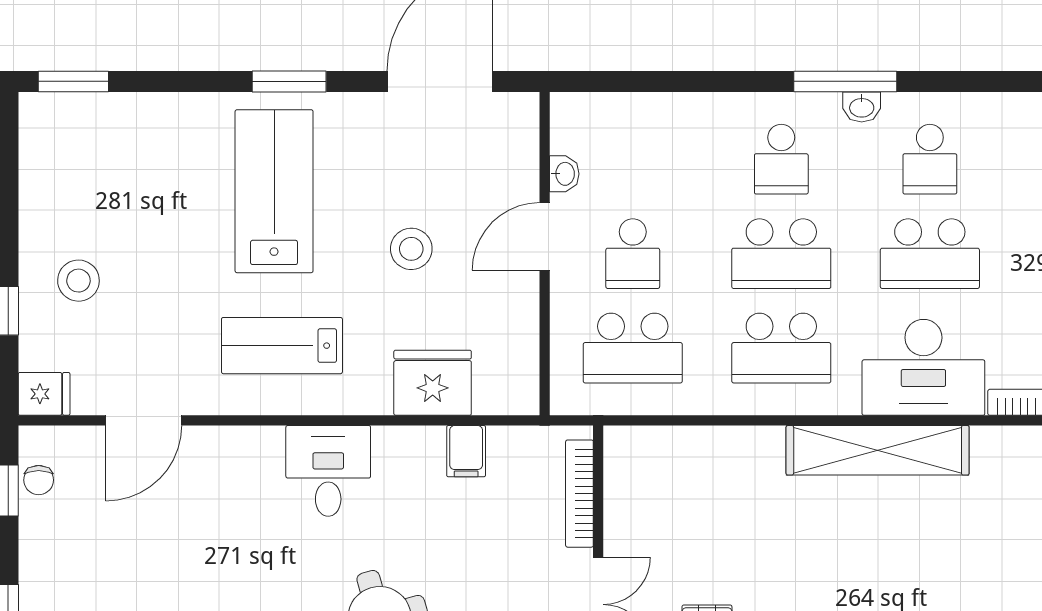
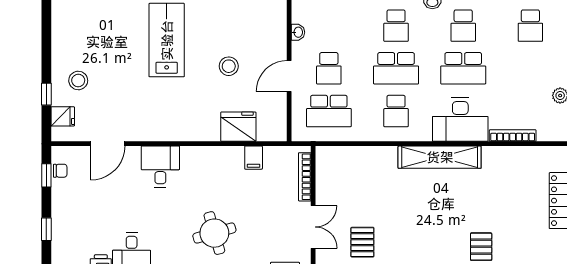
door: (545, 236) -> (289, 76), moved
lab bench: (282, 346) -> (170, 110), removed
school desk: (781, 348) -> (396, 111), width x0.54
fridge: (44, 394) -> (63, 116), moved
desk: (328, 471) -> (160, 167), moved
chair: (39, 480) -> (60, 171), turned -90

